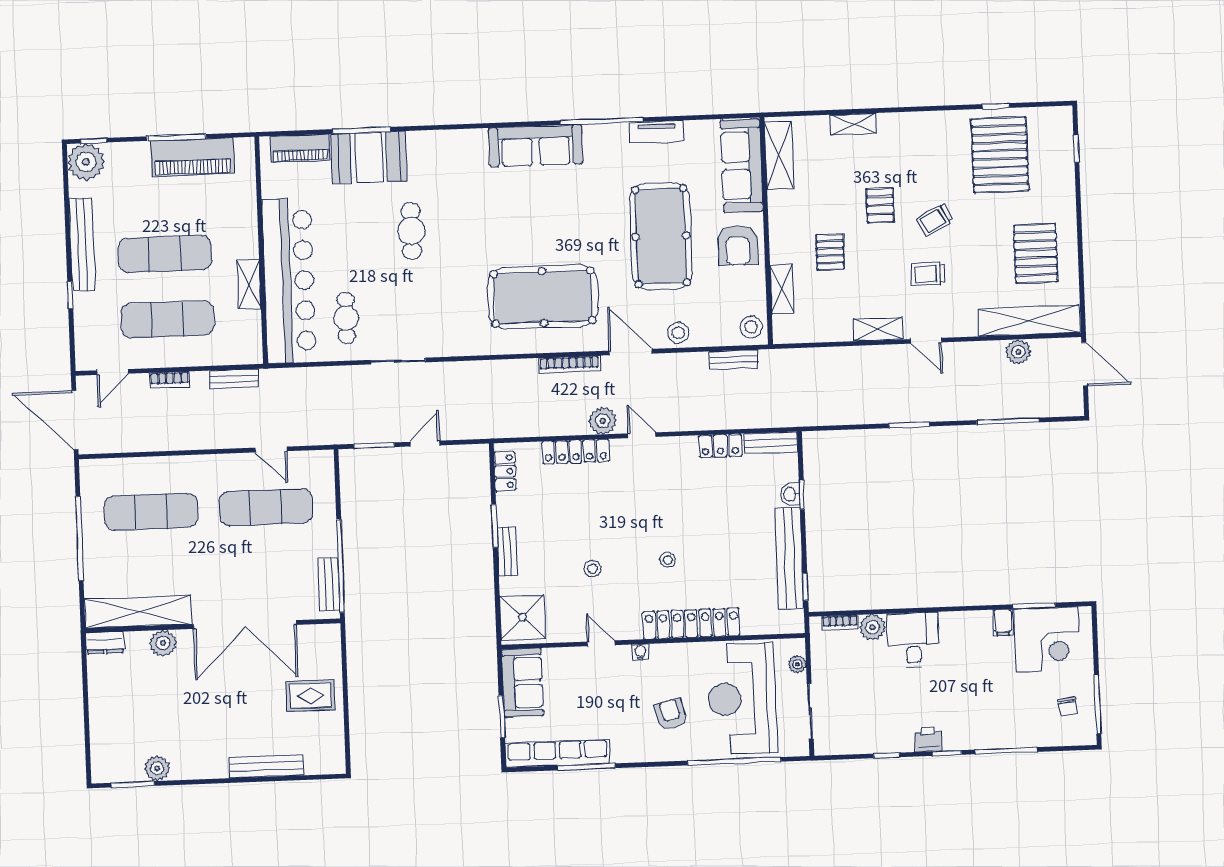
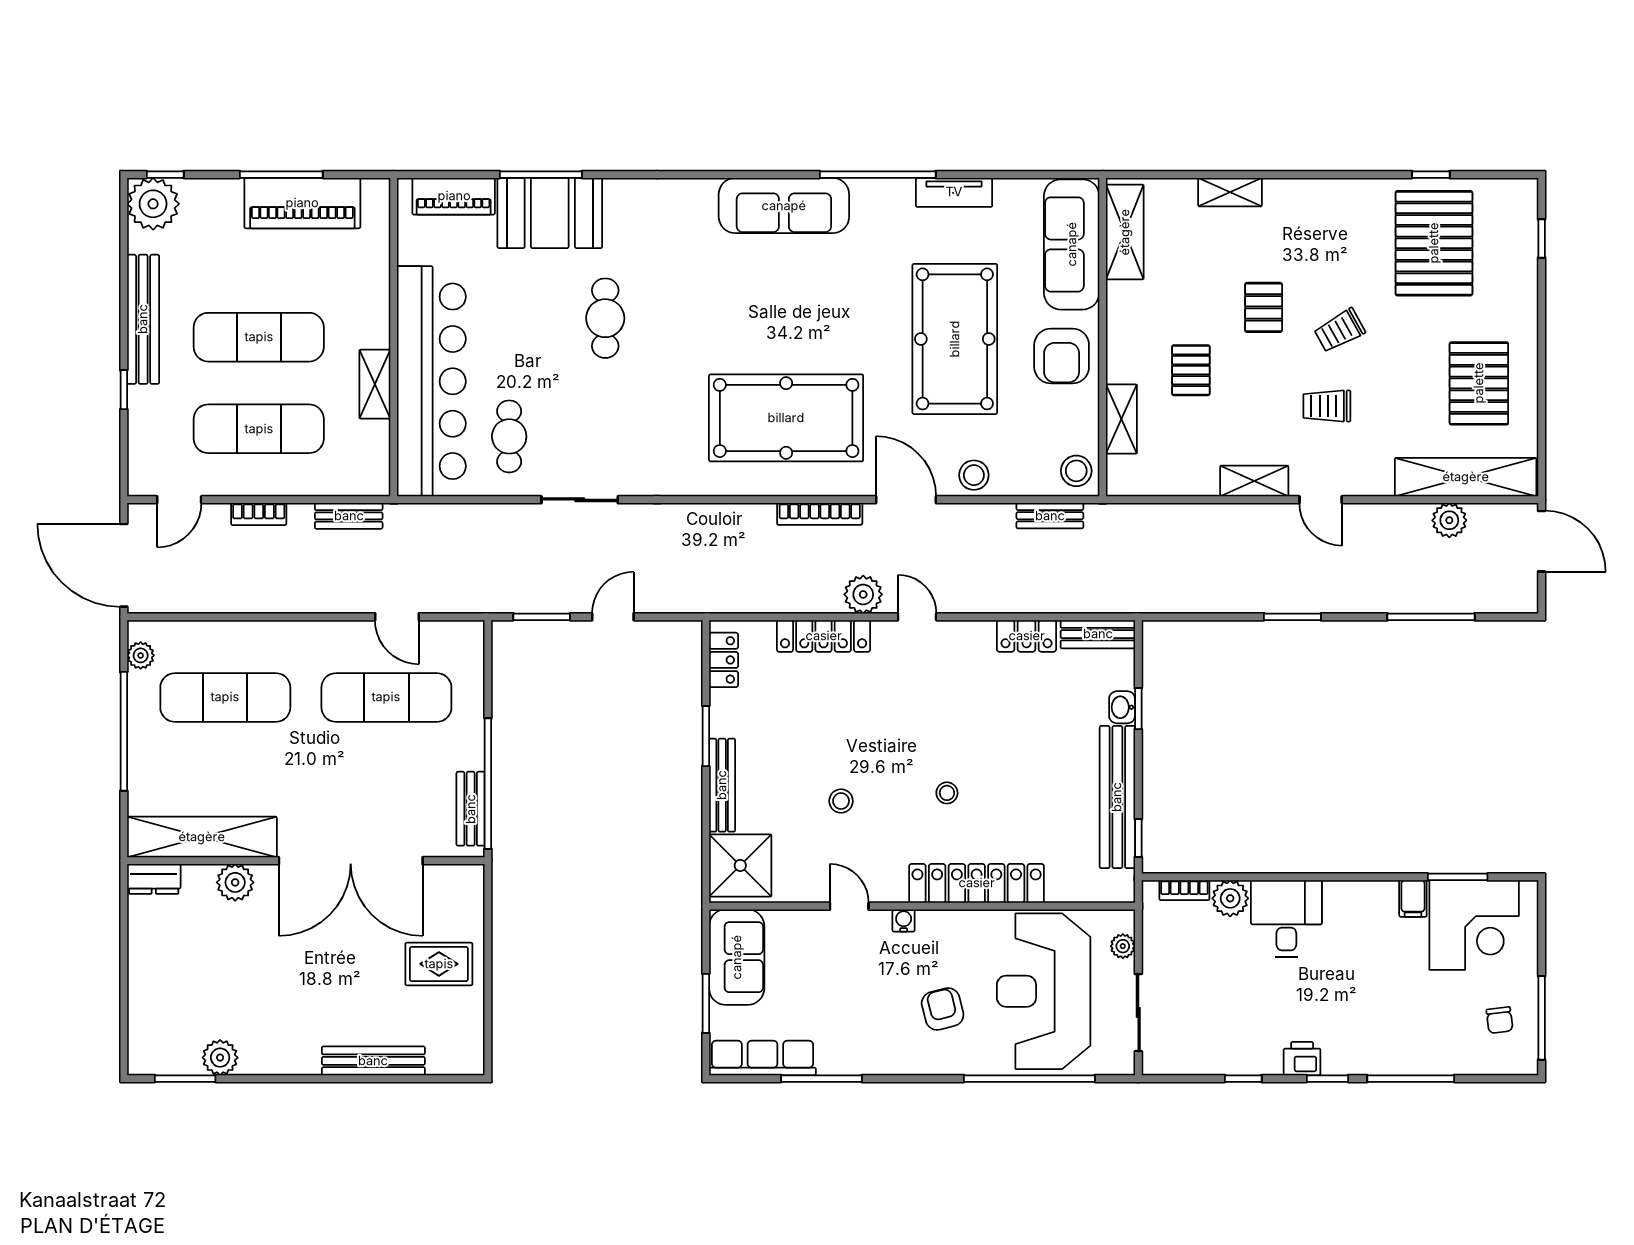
plant: (89, 484) -> (141, 655), added
bench: (507, 552) -> (722, 785), width x1.36
row of seats: (558, 753) -> (762, 1058), width x0.73

